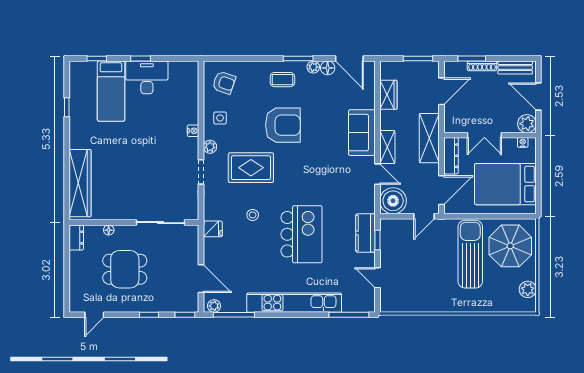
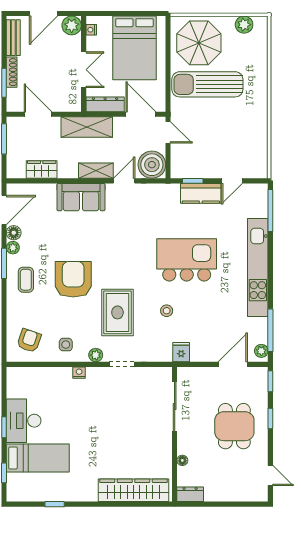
kitchen counter: (366, 233) -> (201, 193), moved
dining table: (125, 269) -> (234, 426), moved

